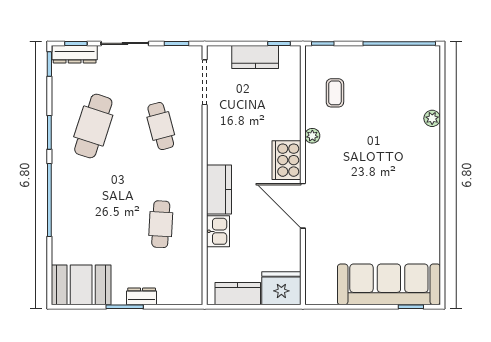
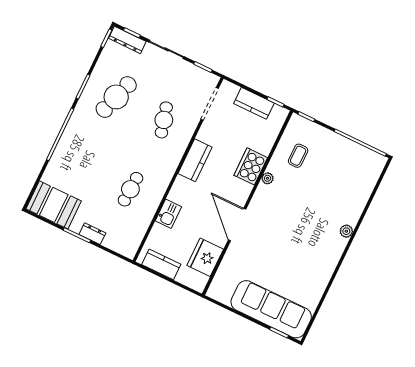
plant: (432, 118) -> (346, 231), moved
cooker: (286, 160) -> (251, 166), moved
kitchen counter: (219, 189) -> (195, 160), moved
fridge: (281, 288) -> (205, 257), moved, turned -90

